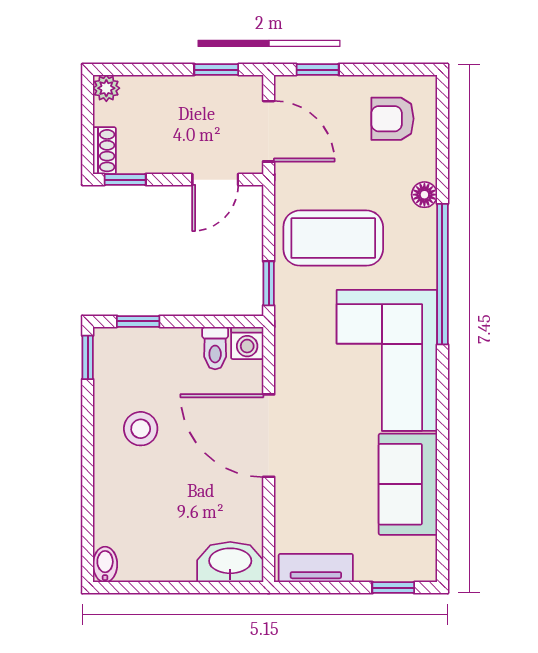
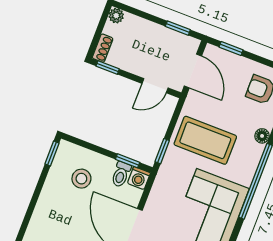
window: (138, 321) -> (128, 161), moved
stool: (141, 429) -> (81, 179), moved

